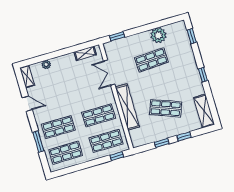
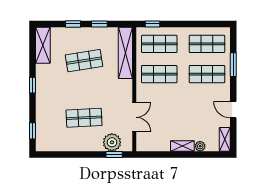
plant: (158, 35) -> (112, 142), moved
shelving: (85, 53) -> (182, 146), moved
shelving: (127, 107) -> (125, 53), moved
shop shelf: (166, 108) -> (84, 61), turned -30

